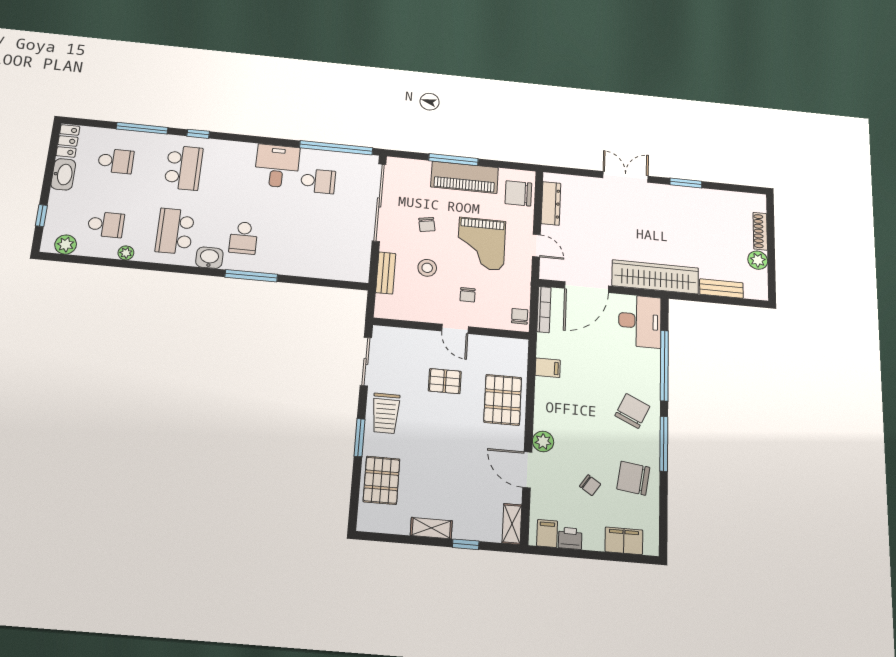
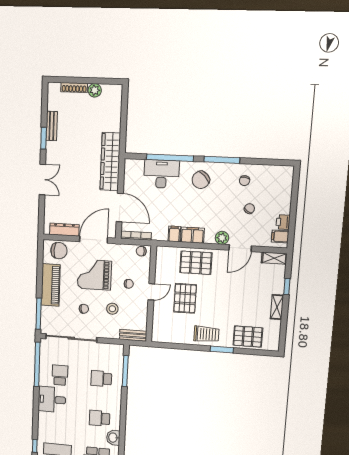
window: (453, 160) -> (39, 314), moved
double door: (625, 177) -> (42, 179), swing flipped
chair: (518, 193) -> (59, 251), turned -87
school desk: (244, 238) -> (99, 418), turned 180
school desk: (312, 244) -> (101, 379), added
grand piano: (481, 244) -> (94, 275), turned 180
door: (536, 246) -> (94, 240), width x1.87
bench: (386, 273) -> (133, 335), moved
window: (251, 276) -> (125, 371), moved
bench: (721, 289) -> (52, 126), moved
desk: (640, 321) -> (161, 174), moved
sliding door: (366, 361) -> (174, 346), removed
pallet: (445, 381) -> (185, 298), width x1.50, depth x1.42
chair: (632, 411) -> (201, 180), turned -70
chair: (633, 478) -> (245, 181), width x0.54, depth x0.54
filing cabinet: (624, 541) -> (192, 235), moved, turned 90

